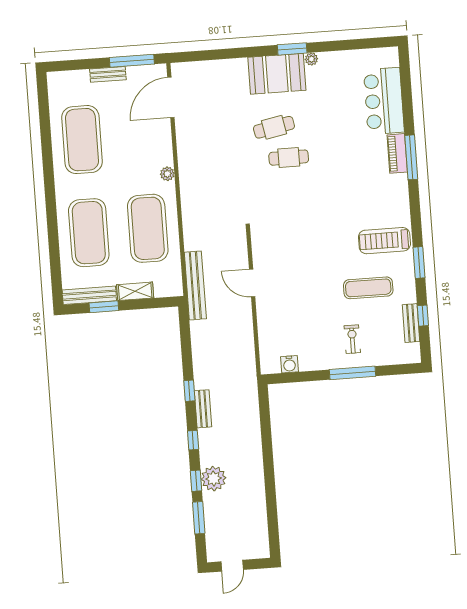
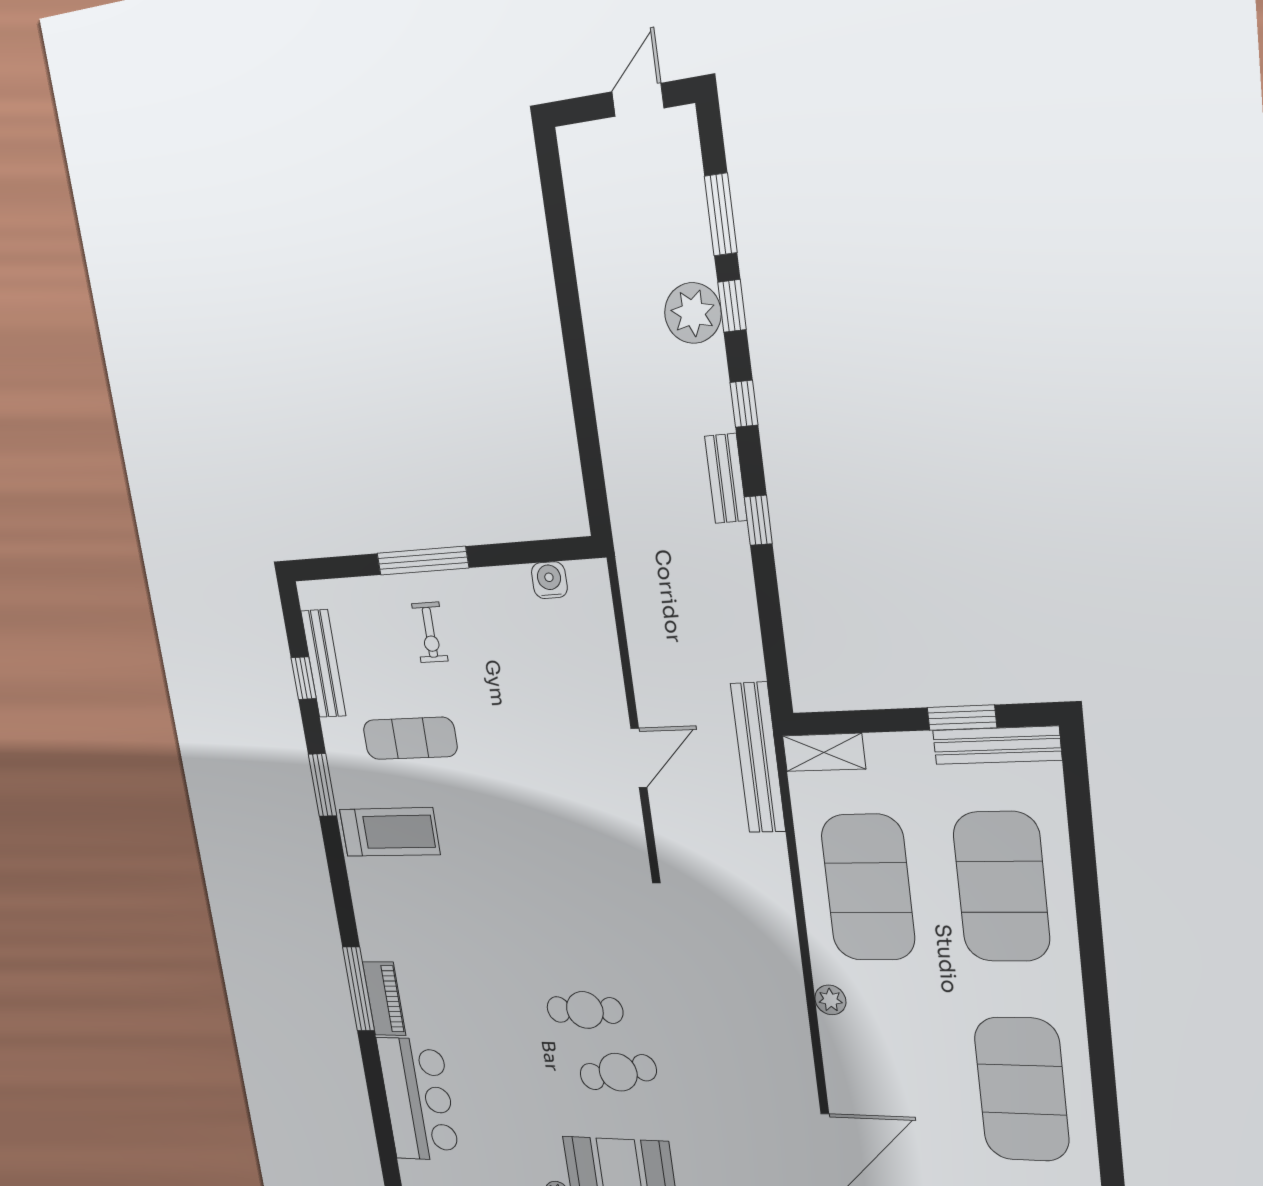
door: (252, 283) -> (639, 758), hinge flipped
shelving: (135, 291) -> (824, 752), moved
bench: (411, 323) -> (323, 664), width x1.36

